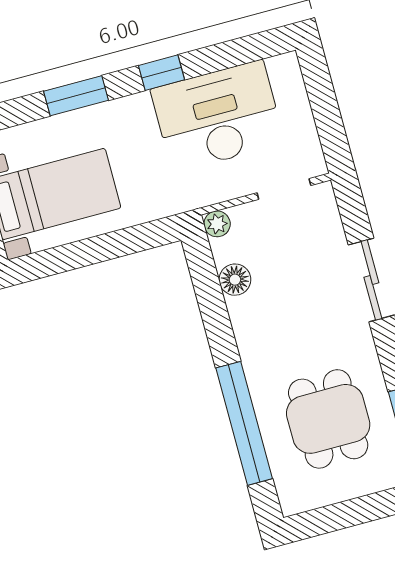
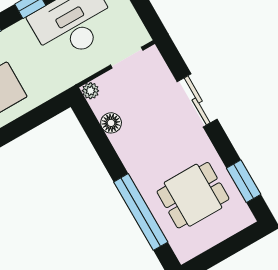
dining table: (328, 419) -> (193, 195), turned 90

